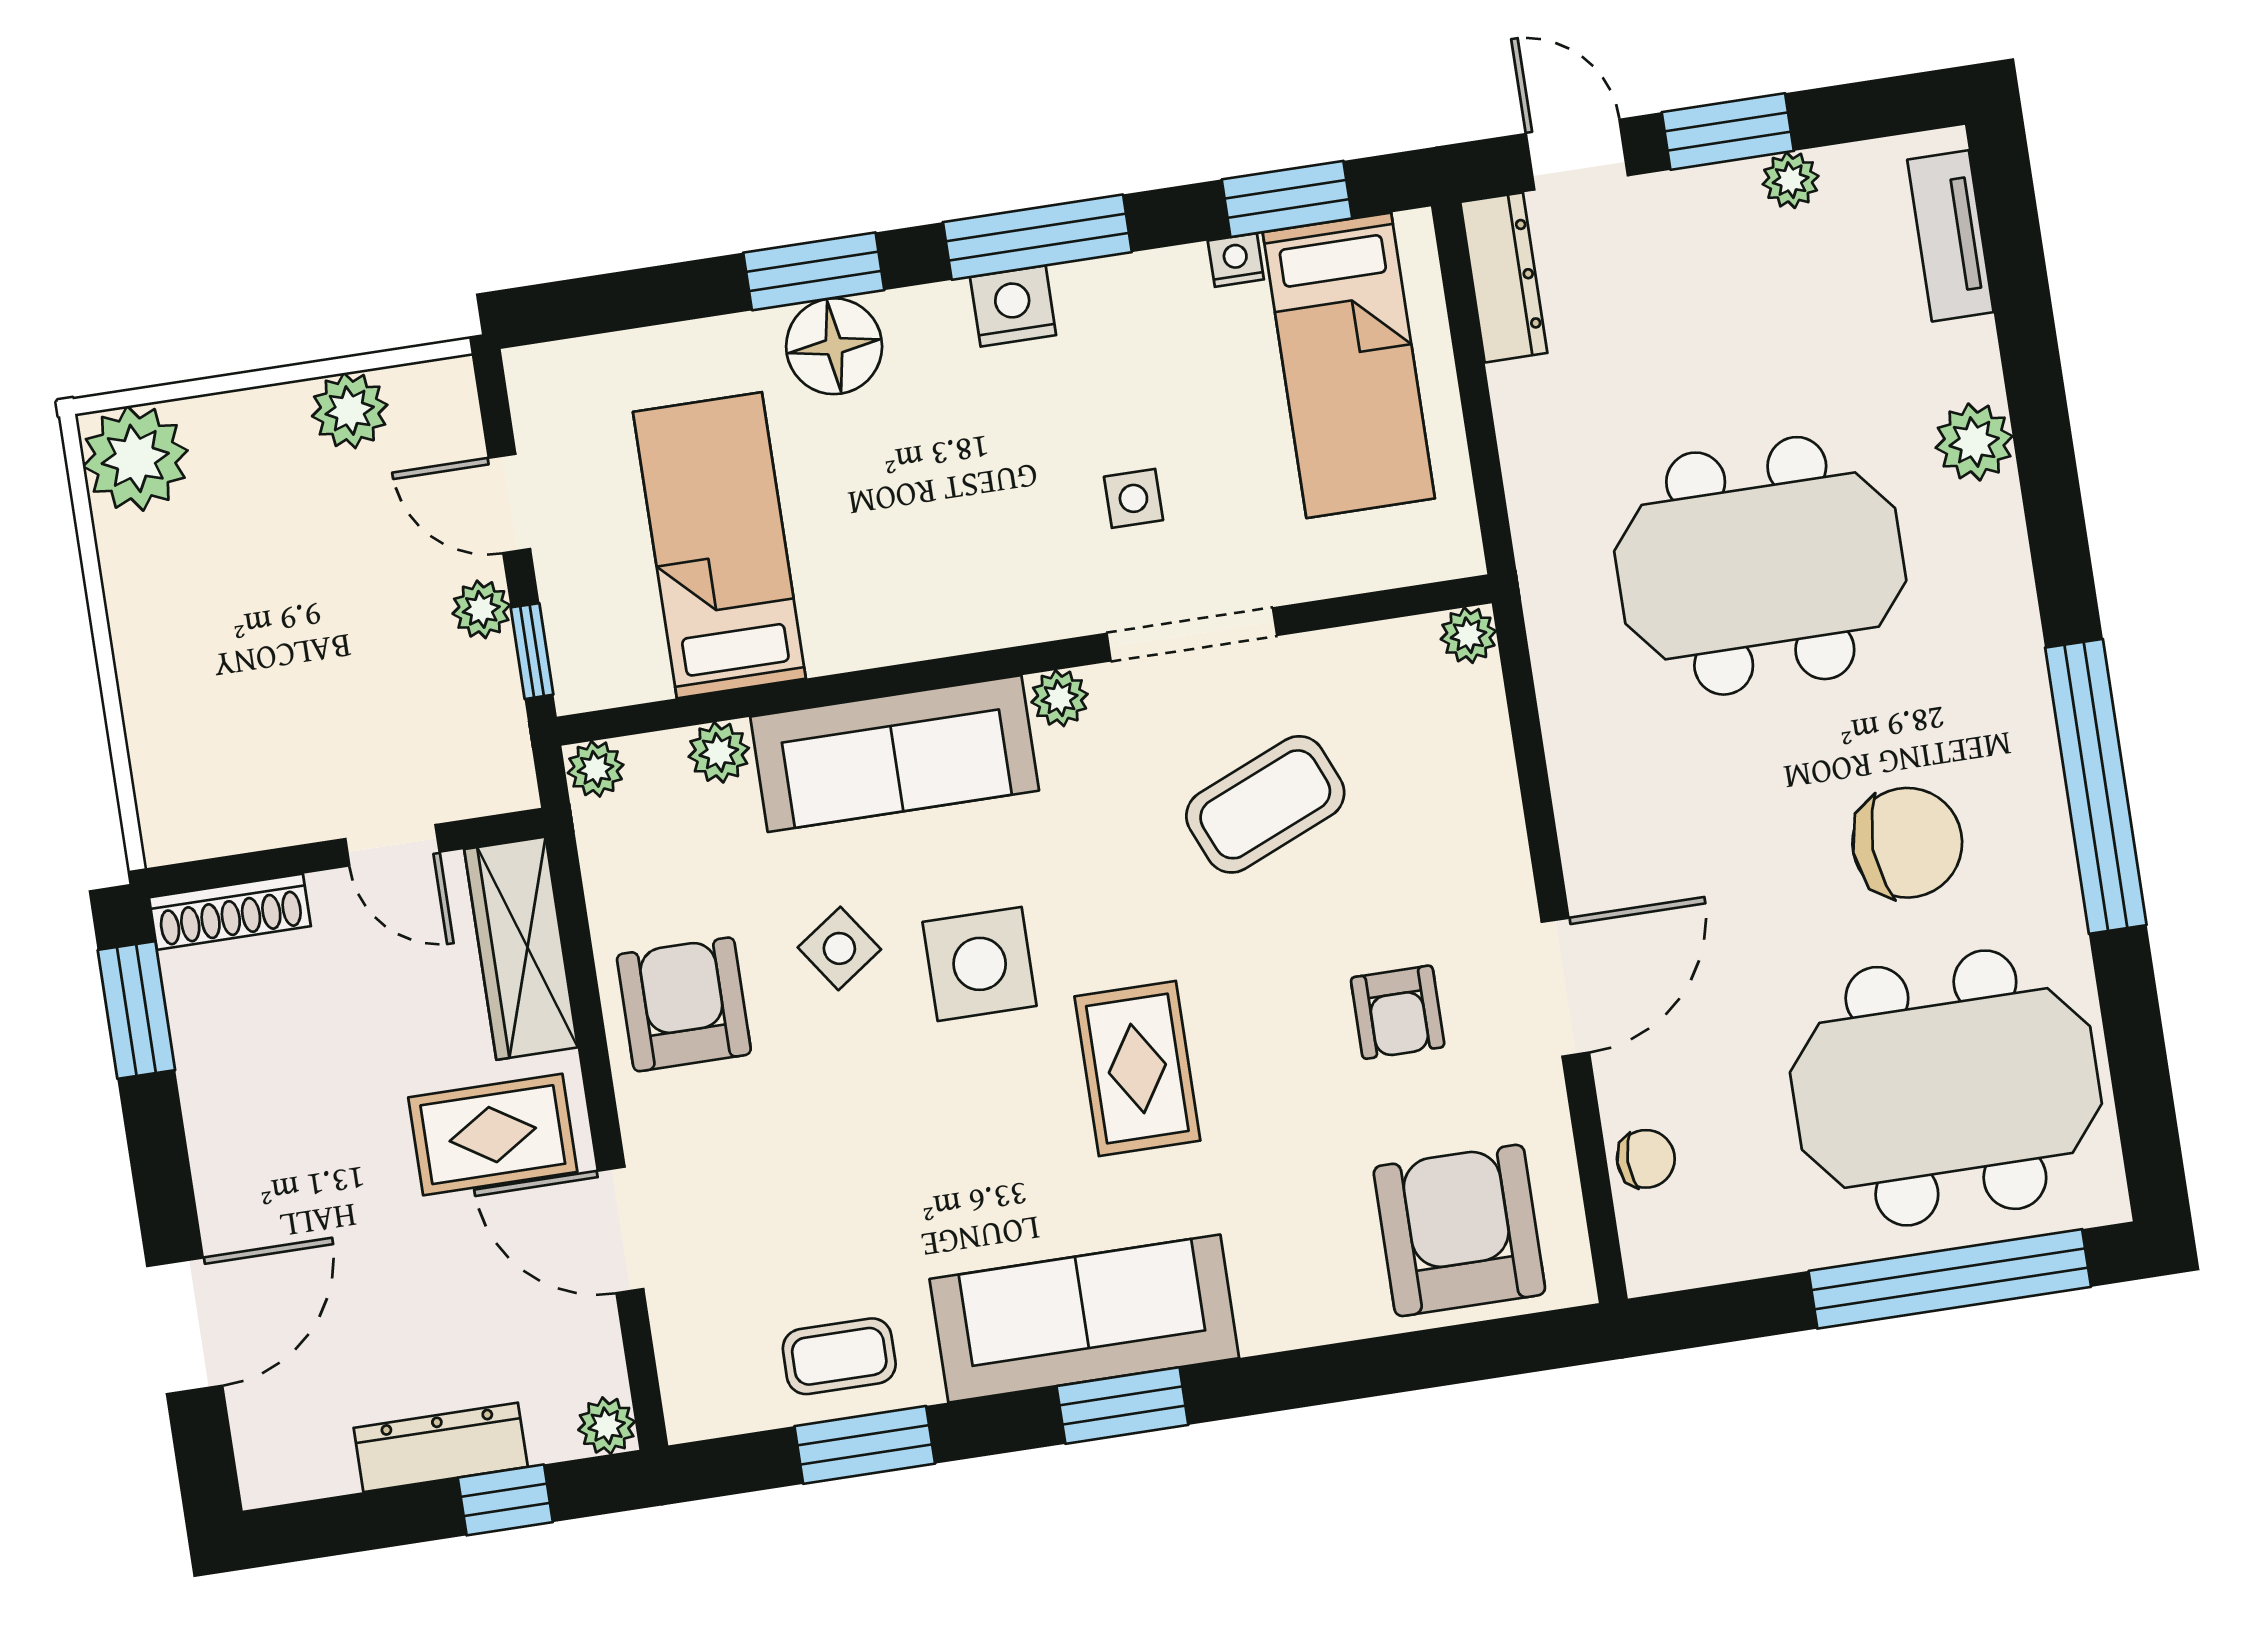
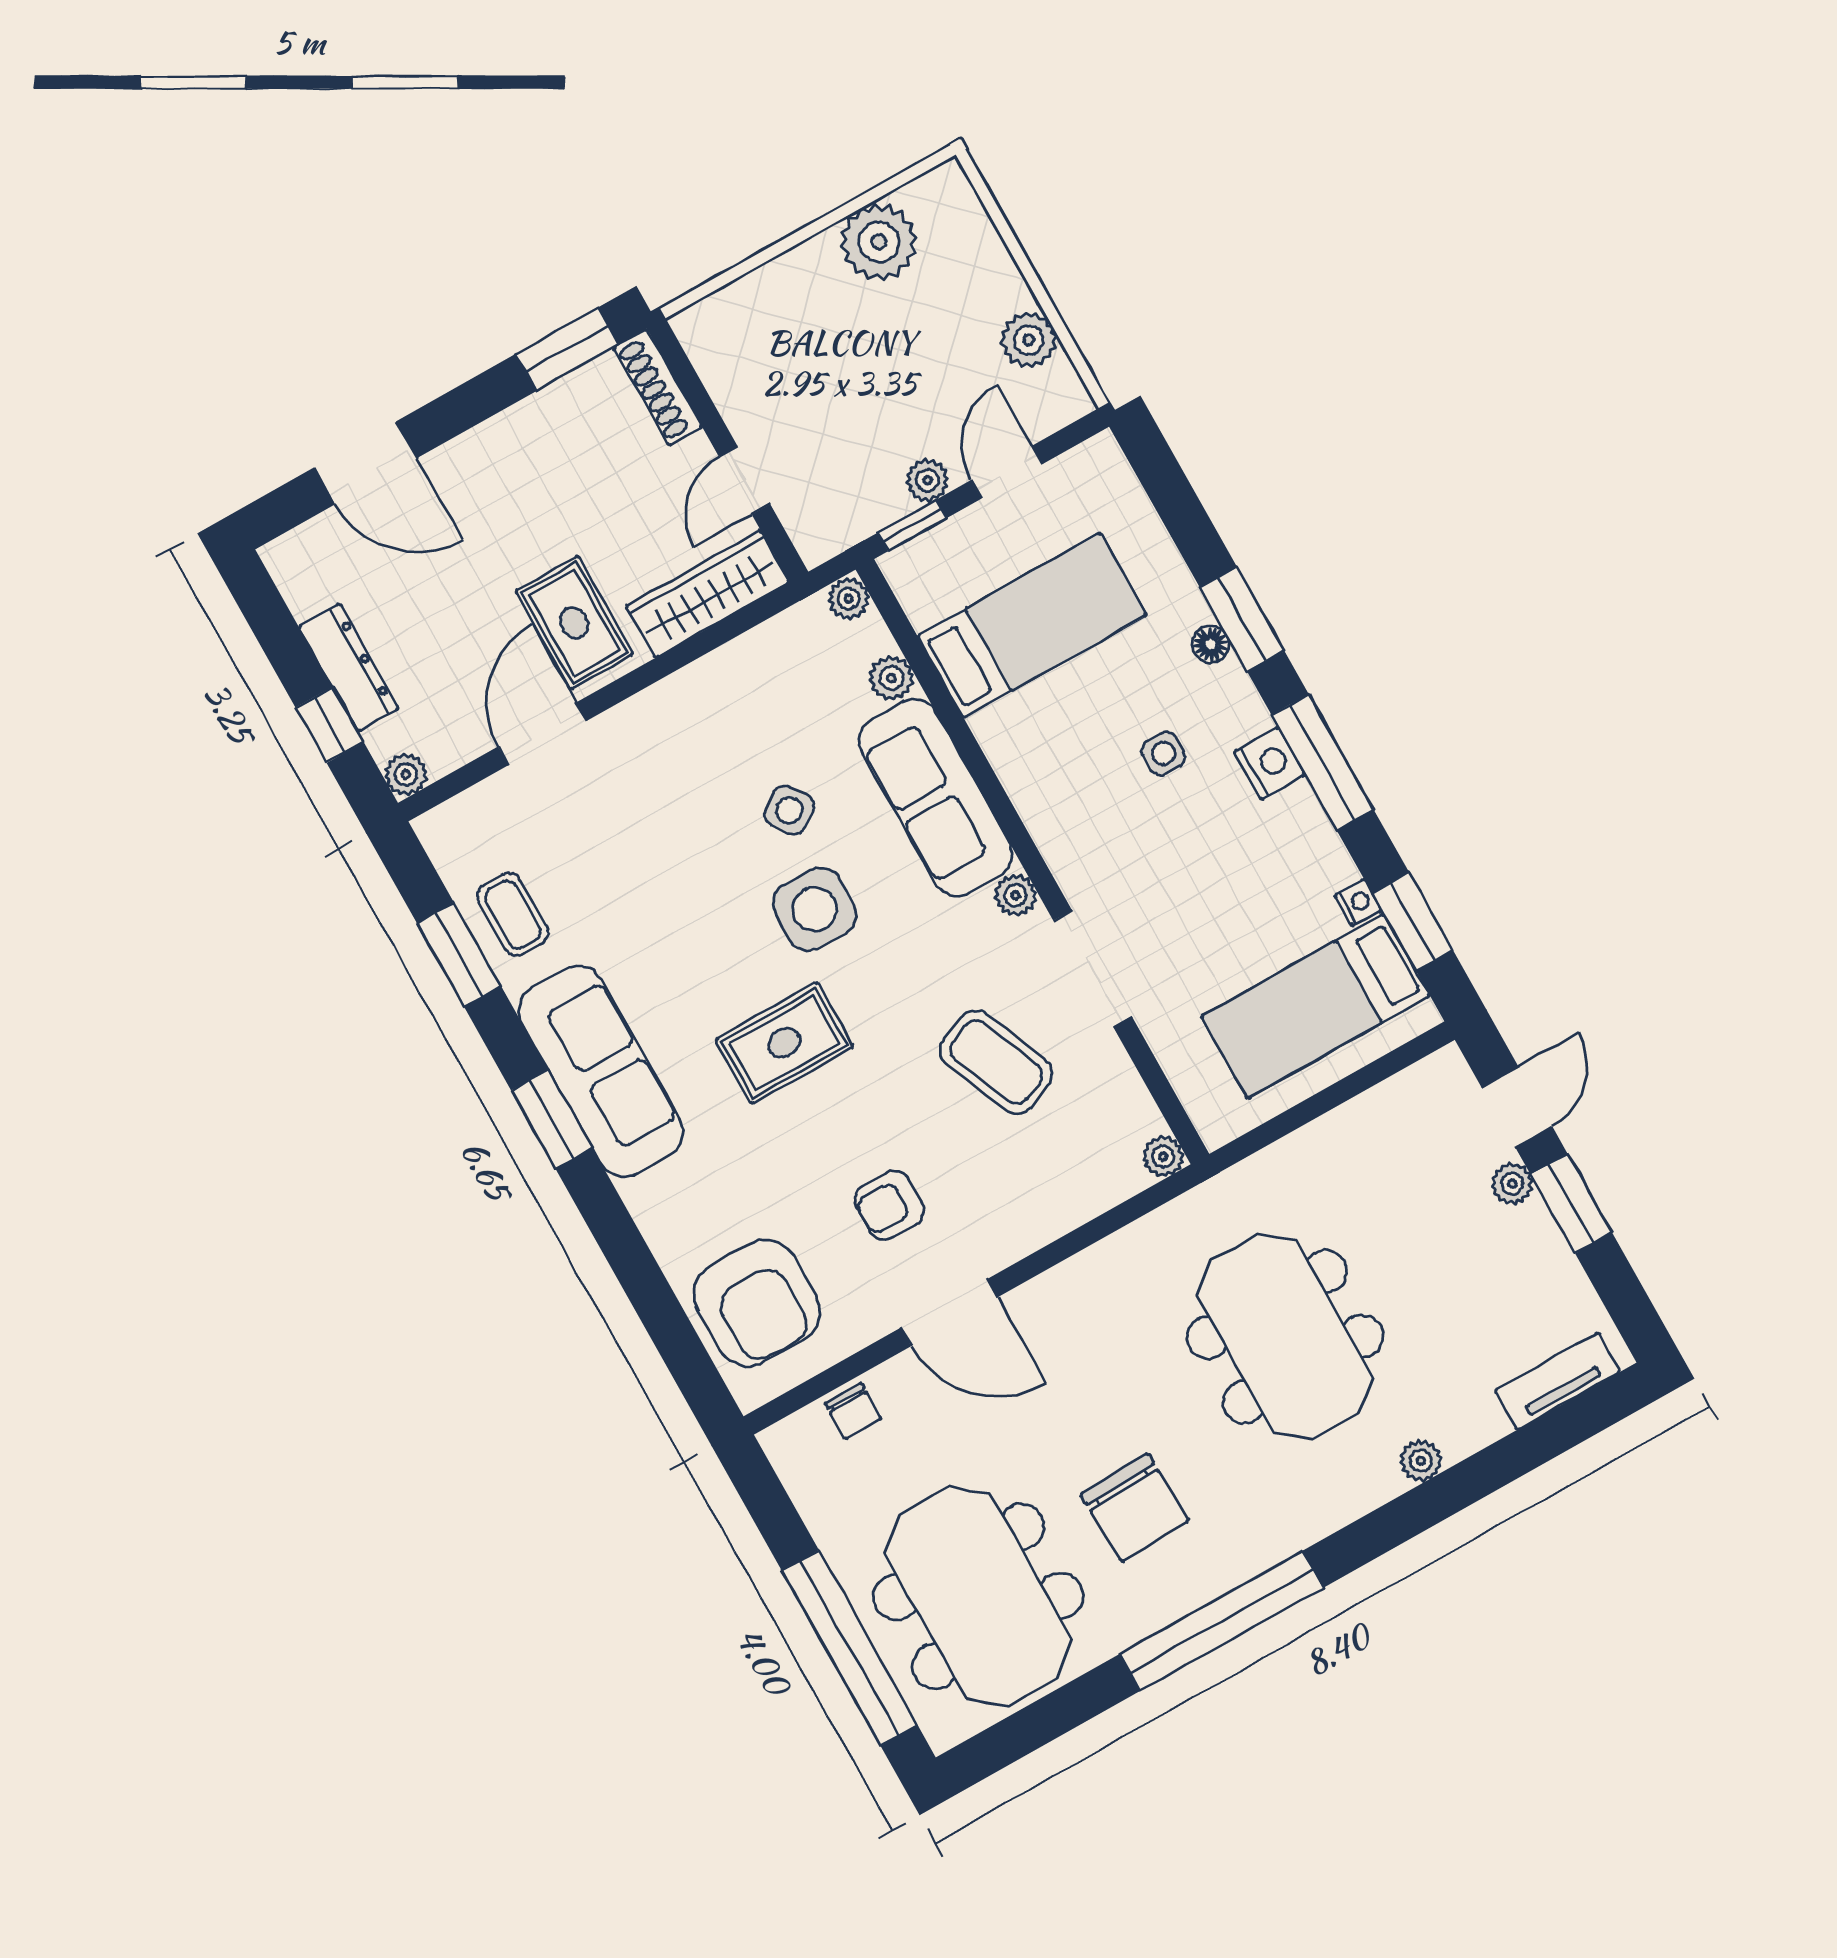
plant: (1791, 180) -> (1512, 1184), moved
dresser: (1504, 277) -> (1415, 1089), removed
floor lamp: (834, 346) -> (1211, 644), width x0.53, depth x0.53
plant: (1974, 442) -> (1421, 1461), width x0.73, depth x0.73
plant: (135, 458) -> (879, 242), moved
side table: (1133, 498) -> (1163, 753), moved
armchair: (684, 1004) -> (712, 719), removed
armchair: (1459, 1230) -> (757, 1303), turned 90

